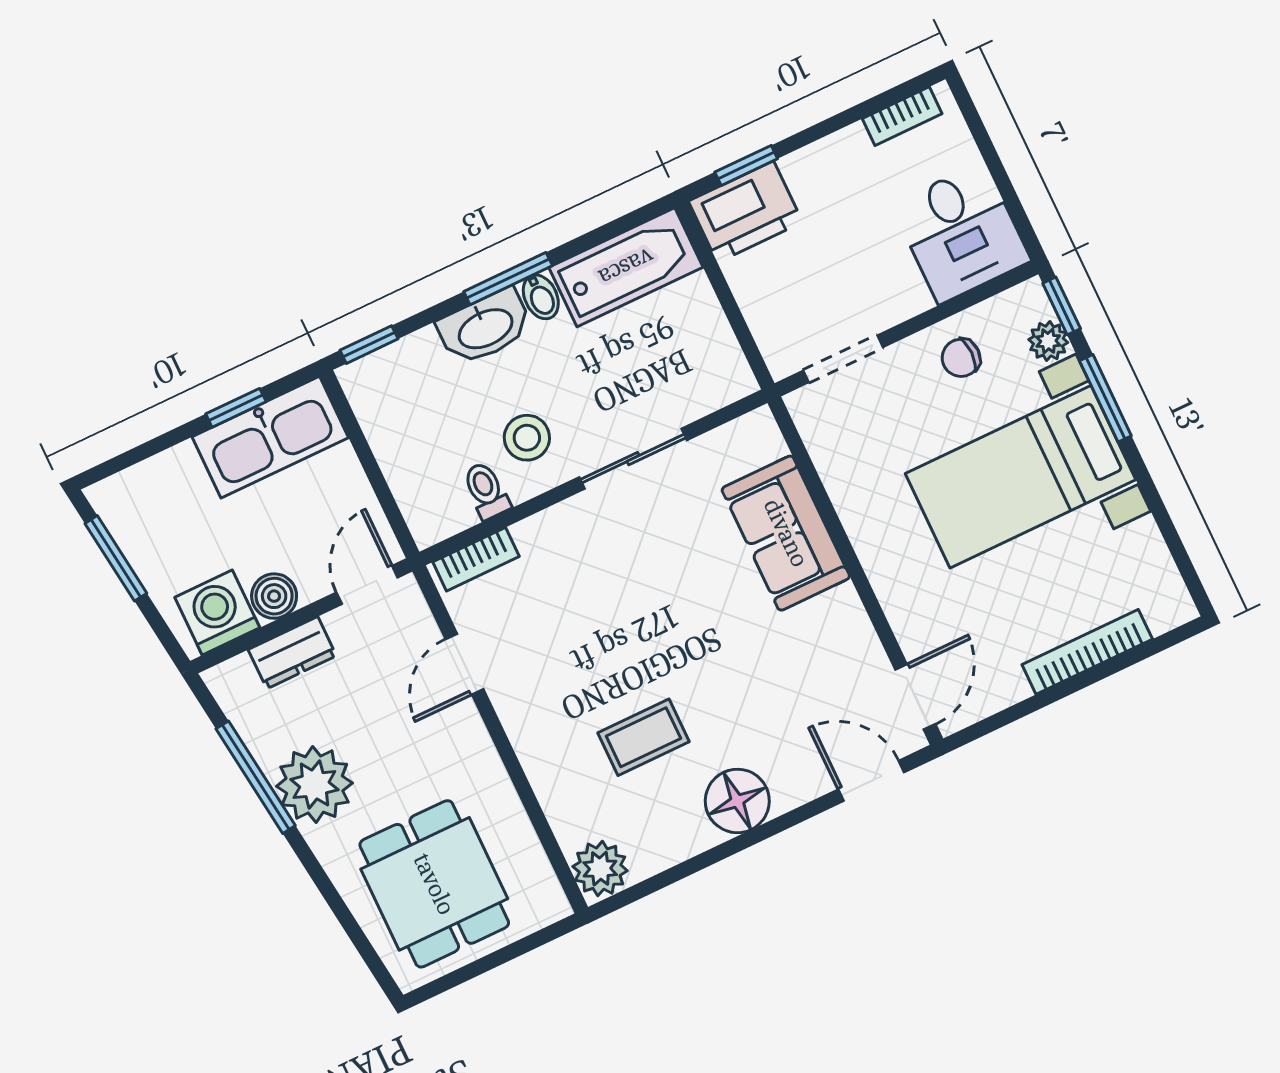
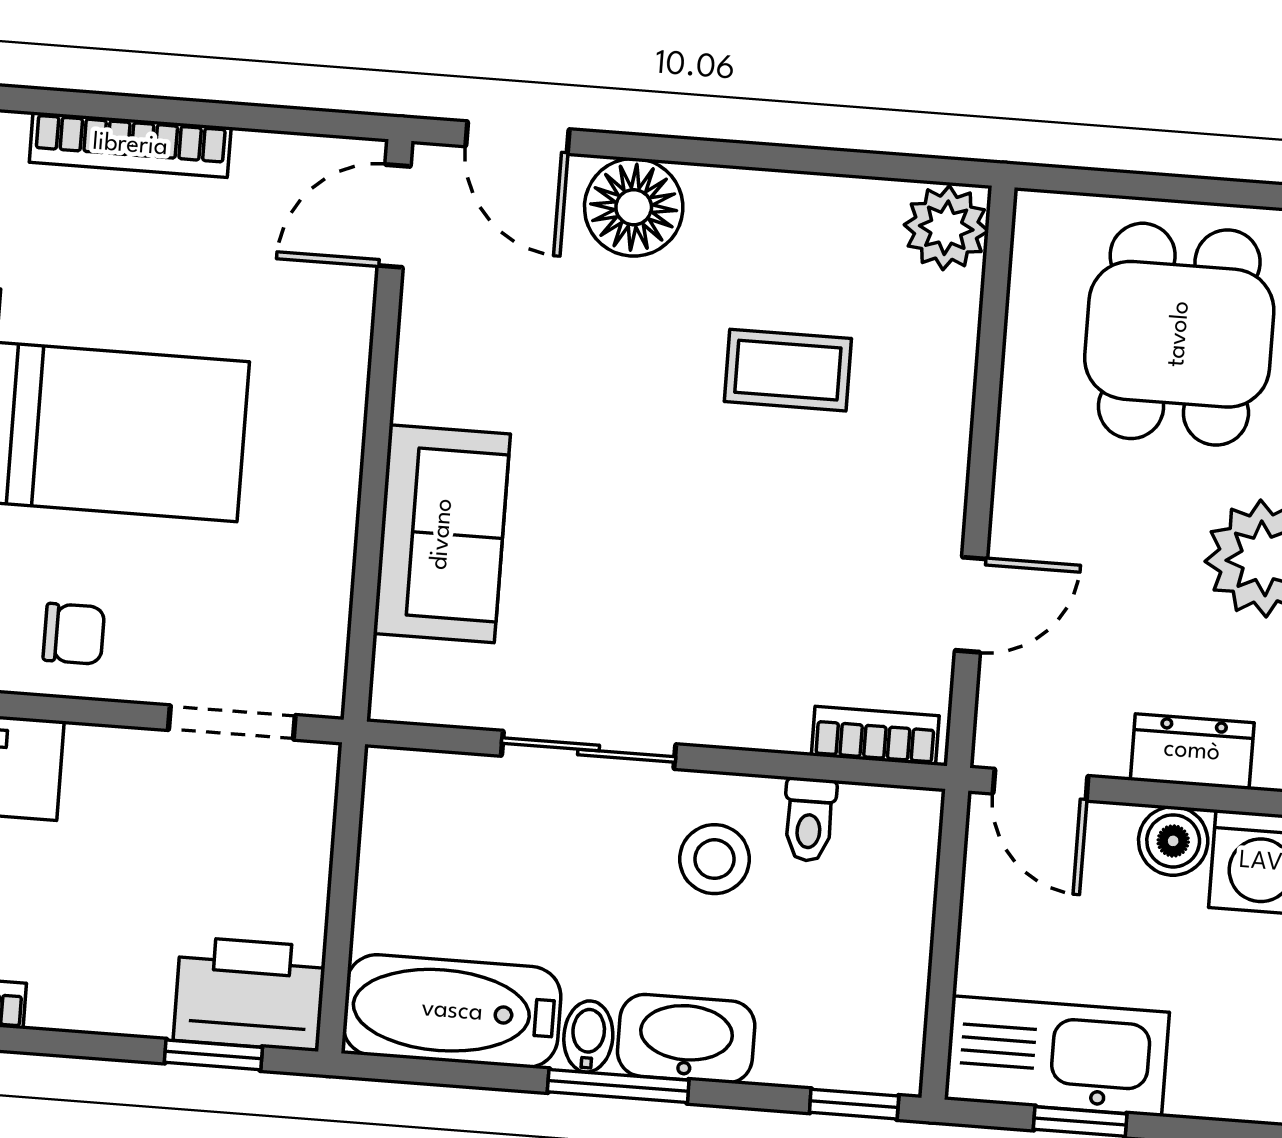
door: (367, 585) -> (1040, 785), hinge flipped
floor lamp: (737, 801) -> (634, 207), moved

